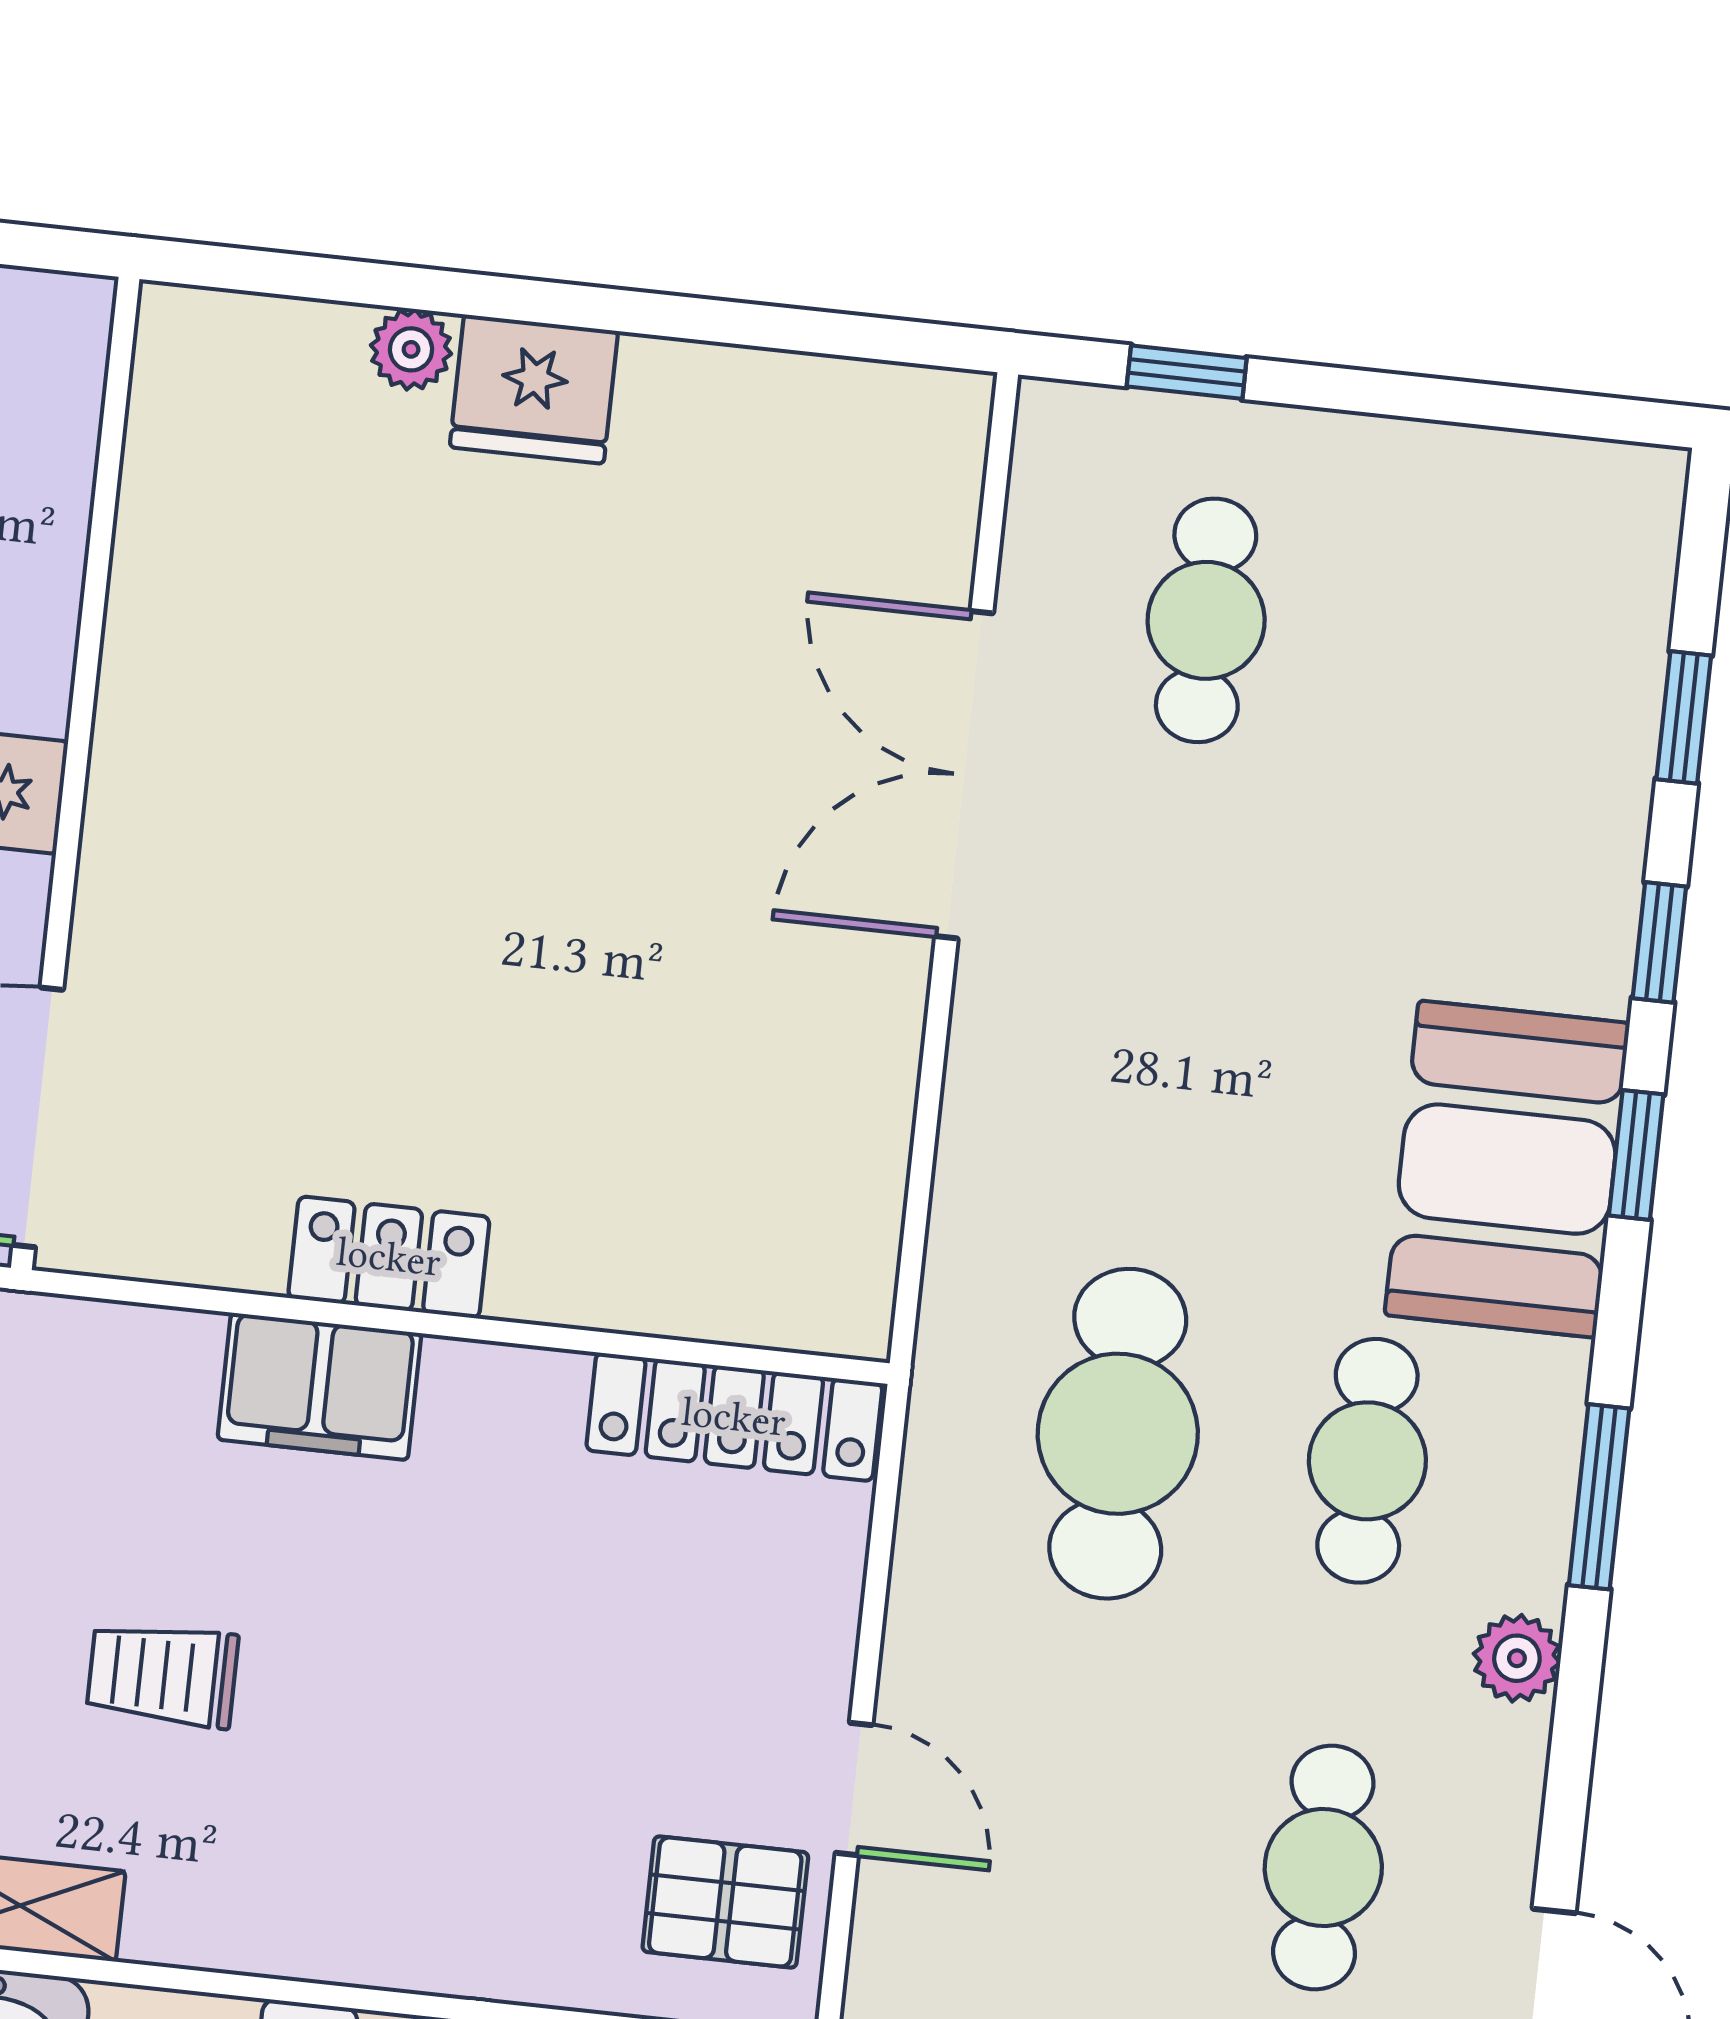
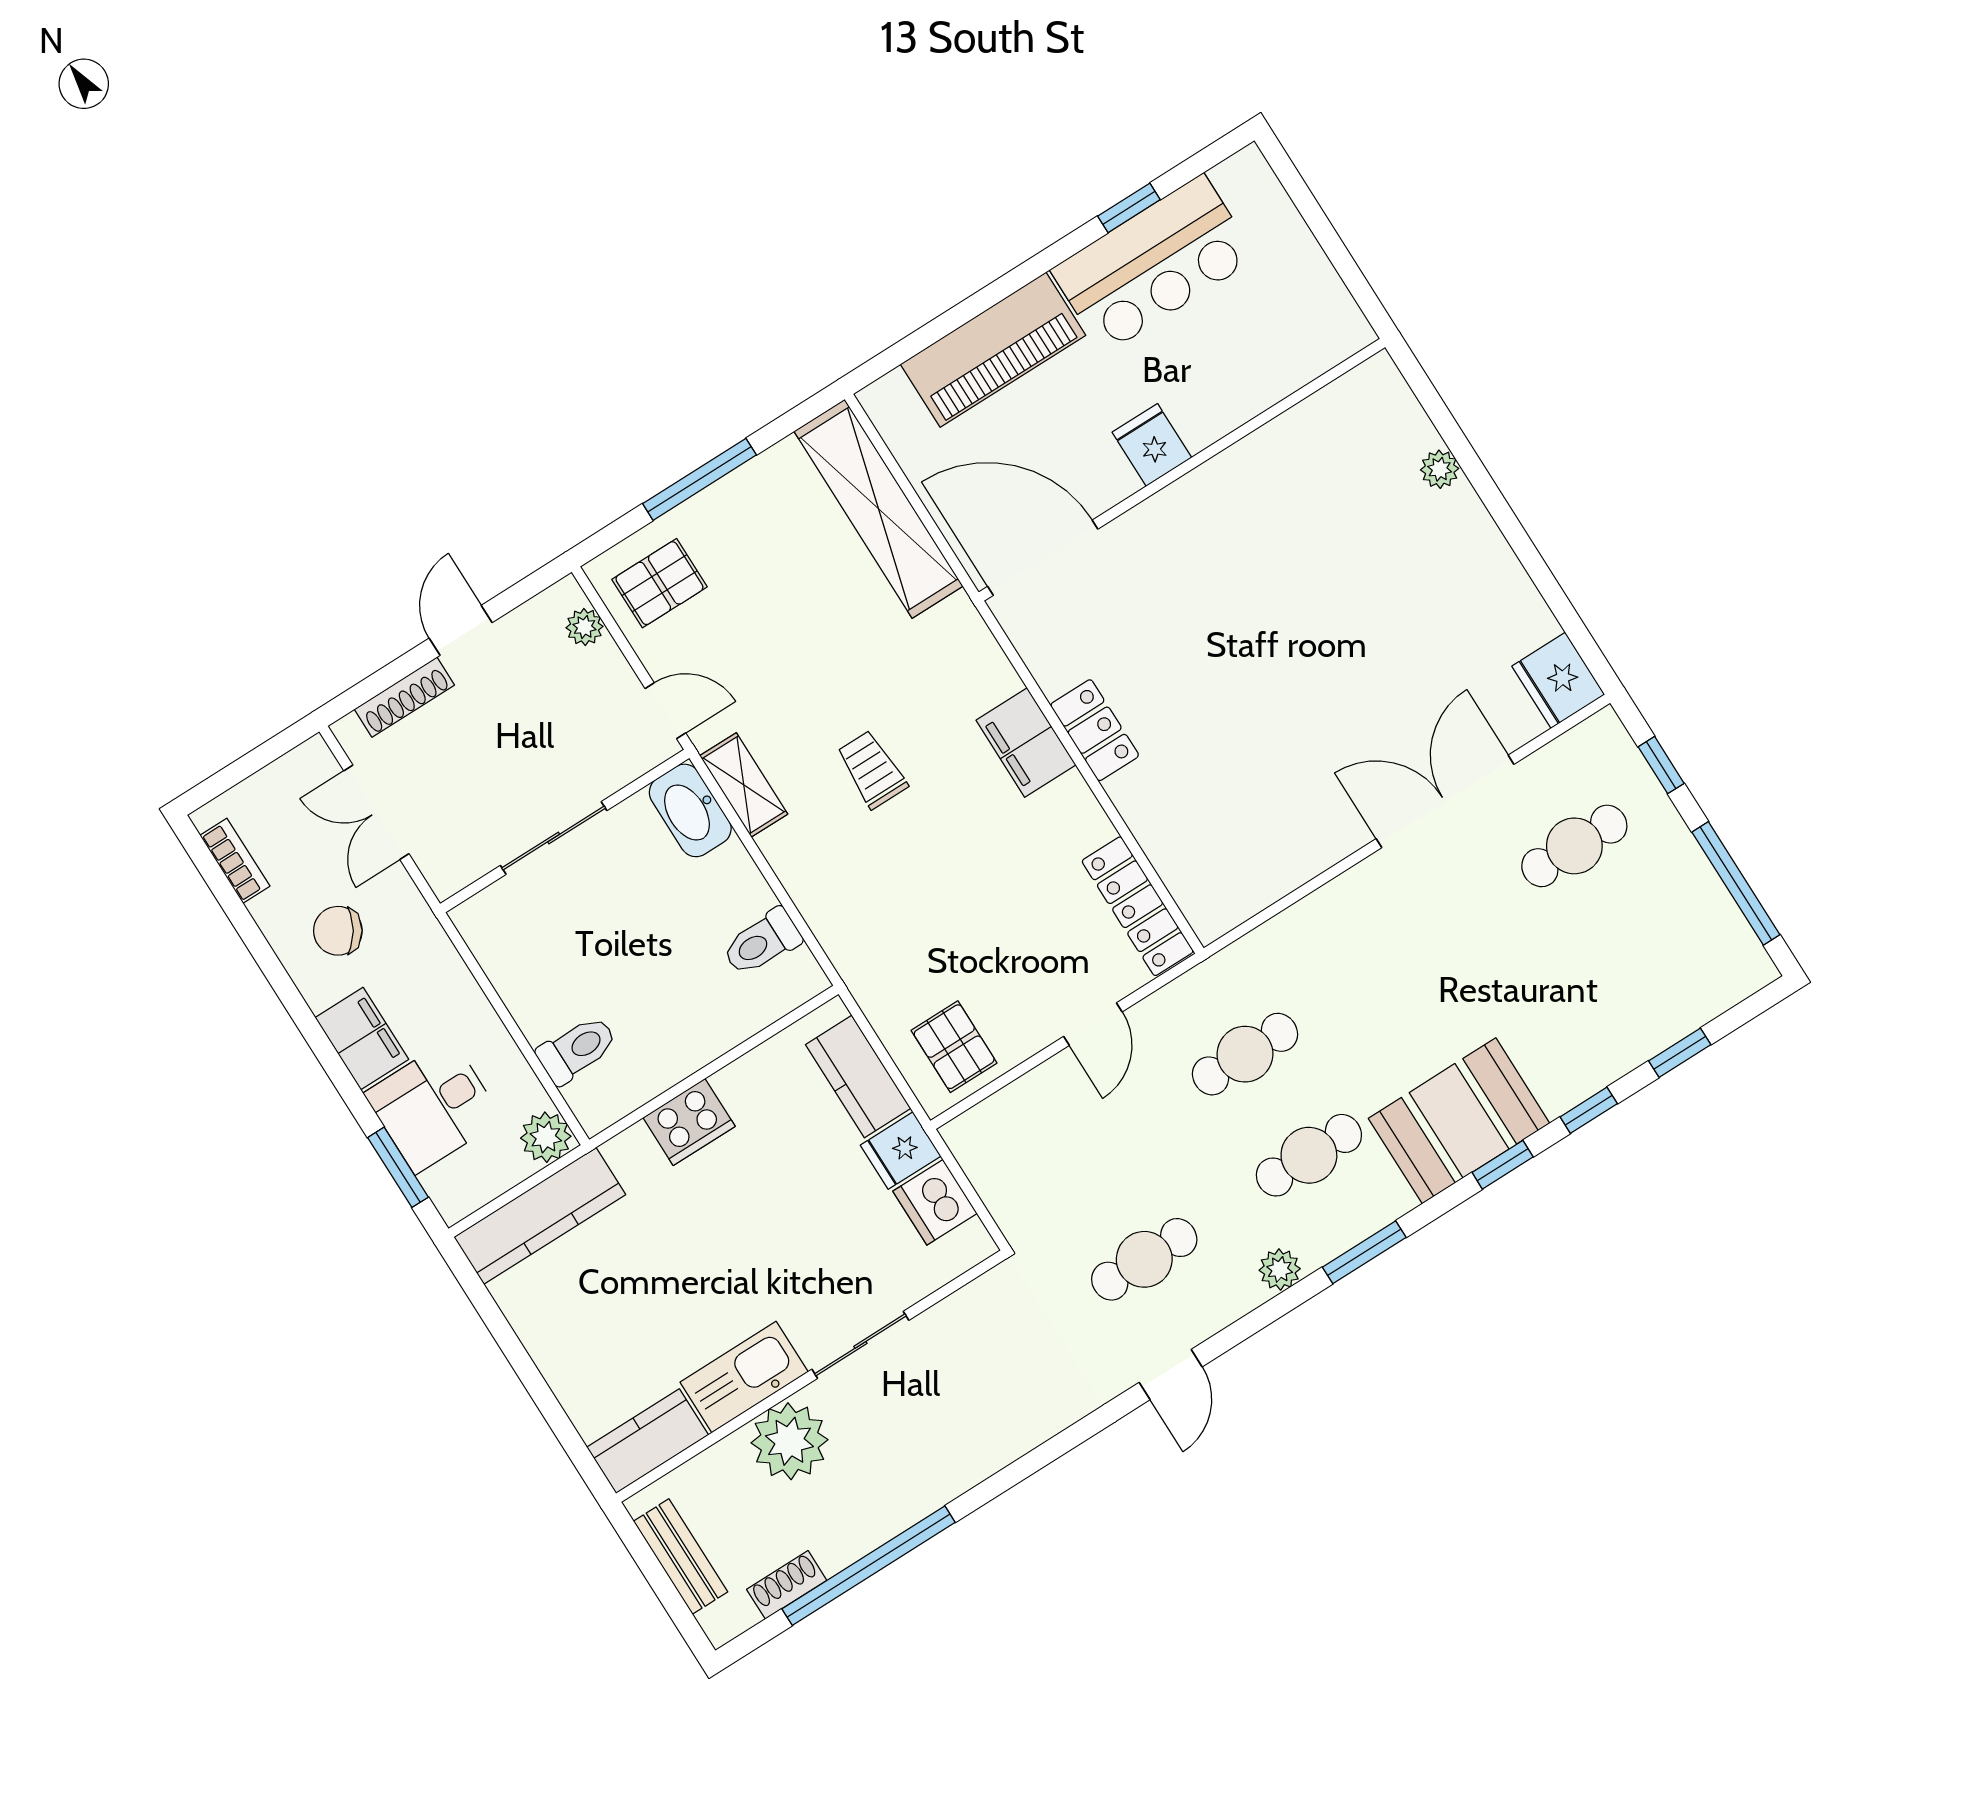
fridge: (534, 389) -> (1558, 680), moved
window: (1479, 404) -> (1736, 883), added
cafe table: (1118, 1434) -> (1245, 1054), width x0.73, depth x0.74
door: (854, 1789) -> (1093, 1024), moved

